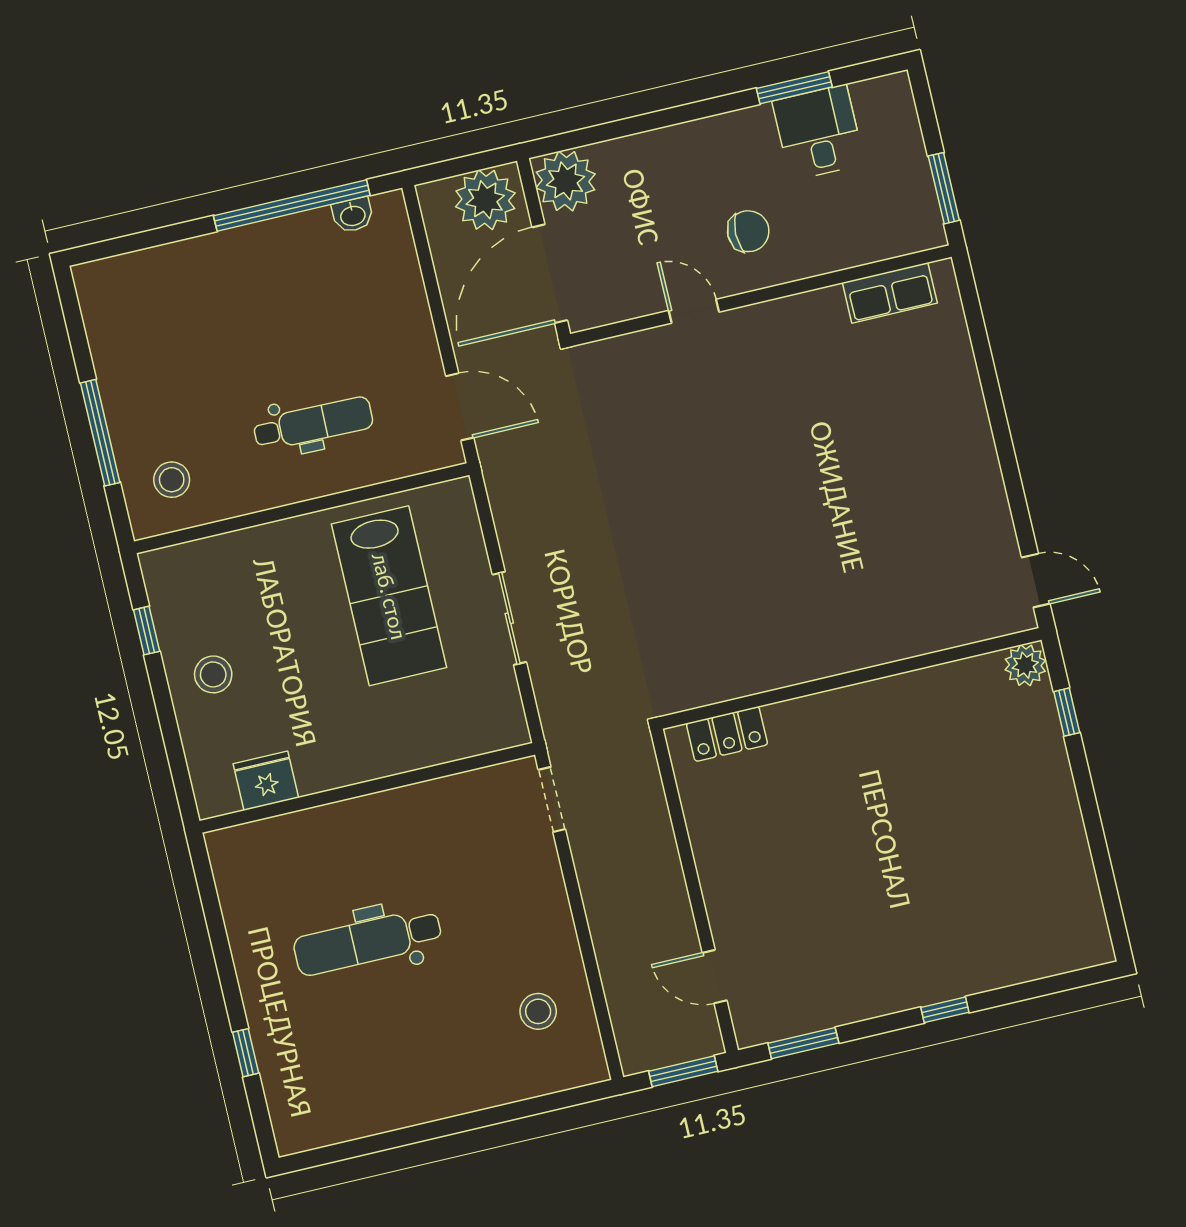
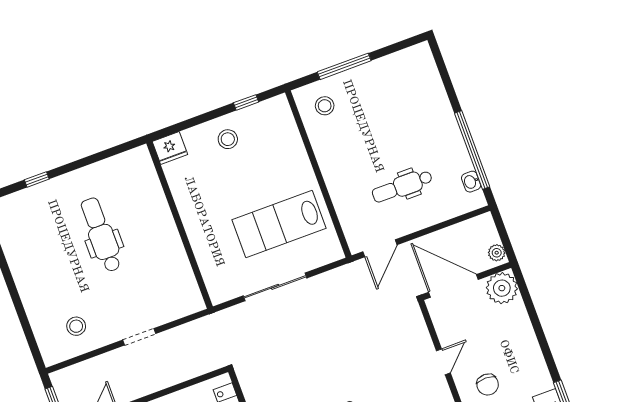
plant: (485, 200) -> (497, 253), width x0.53, depth x0.53
dental chair: (313, 424) -> (402, 186), moved, turned 89
sliding door: (509, 618) -> (275, 287), width x1.37
fridge: (266, 781) -> (170, 148), moved, turned 90
doorway: (552, 800) -> (139, 337), moved

